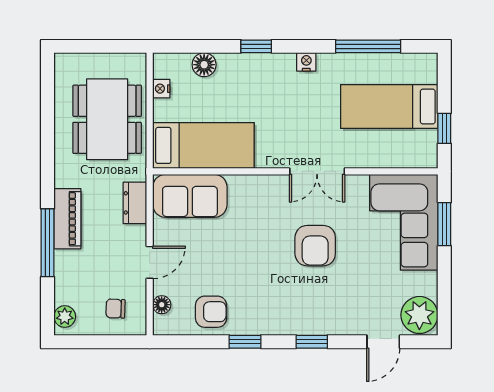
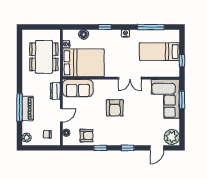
bed: (203, 145) -> (83, 63), width x1.50
piano: (67, 219) -> (28, 108), moved
armchair: (315, 246) -> (115, 108), moved

